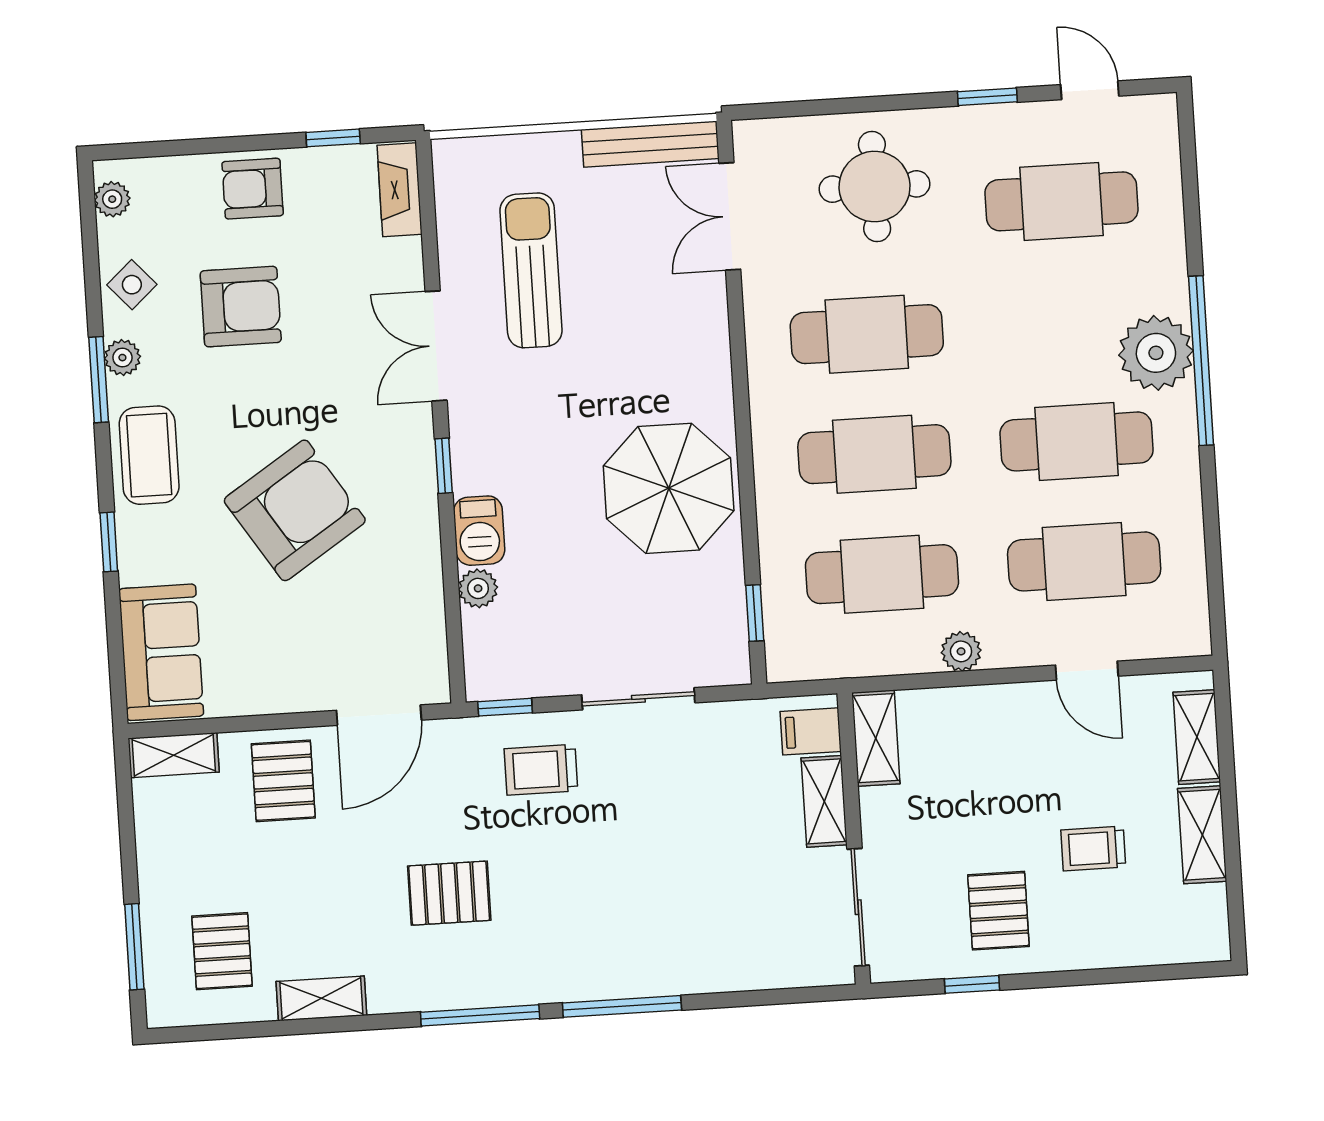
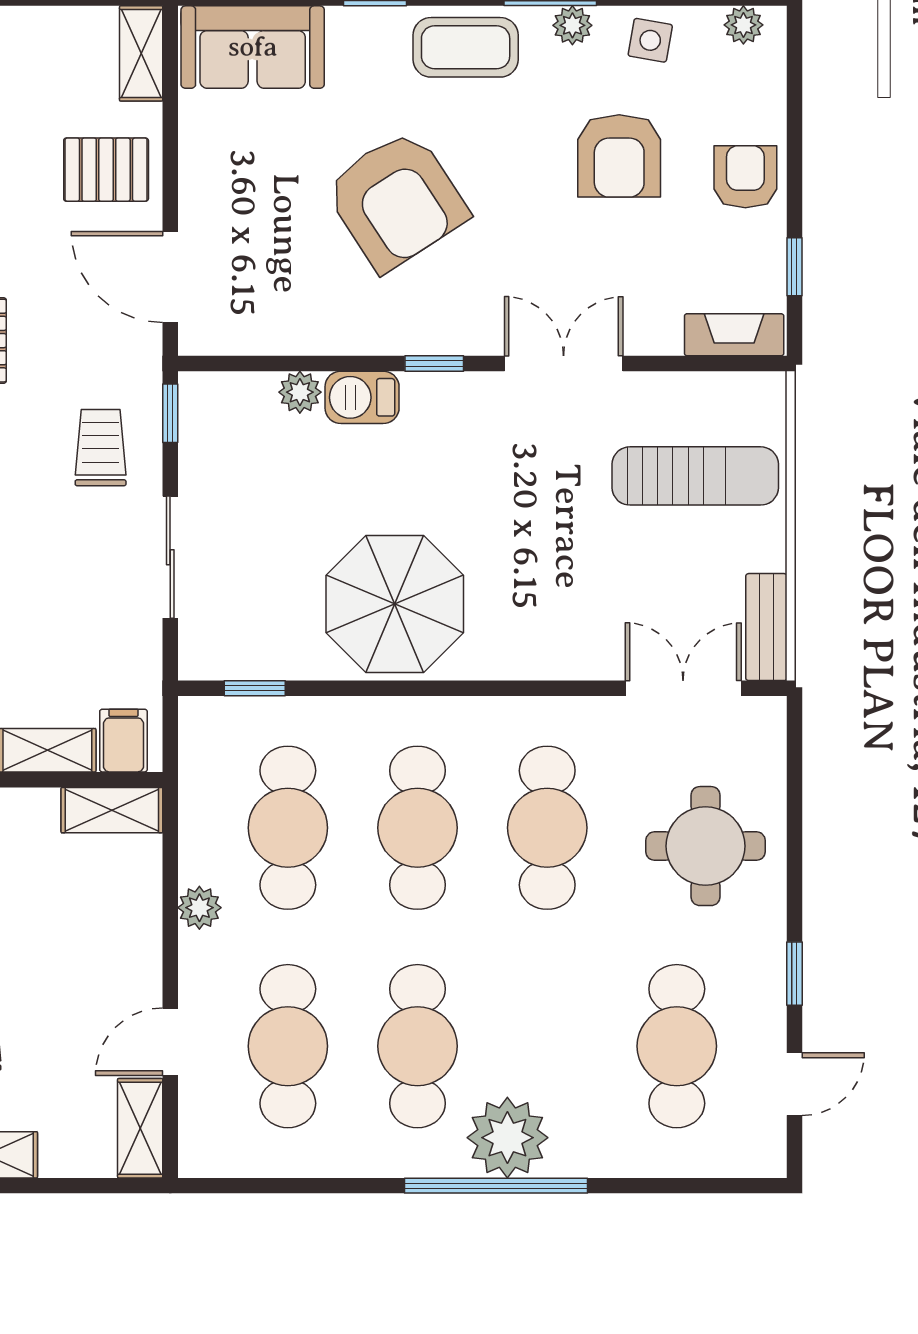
bench: (650, 144) -> (766, 627), width x0.73
sun lounger: (531, 270) -> (695, 476), moved
side table: (132, 285) -> (650, 40), turned -38
shelving: (1197, 737) -> (140, 1128), moved, turned 90

